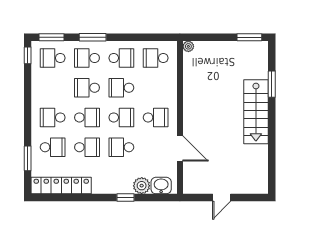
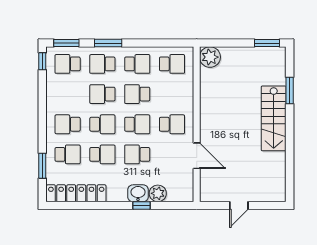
plant: (188, 46) -> (210, 57), width x1.87, depth x1.87
school desk: (156, 58) -> (172, 64), turned 180
washbasin: (161, 186) -> (138, 193), moved

